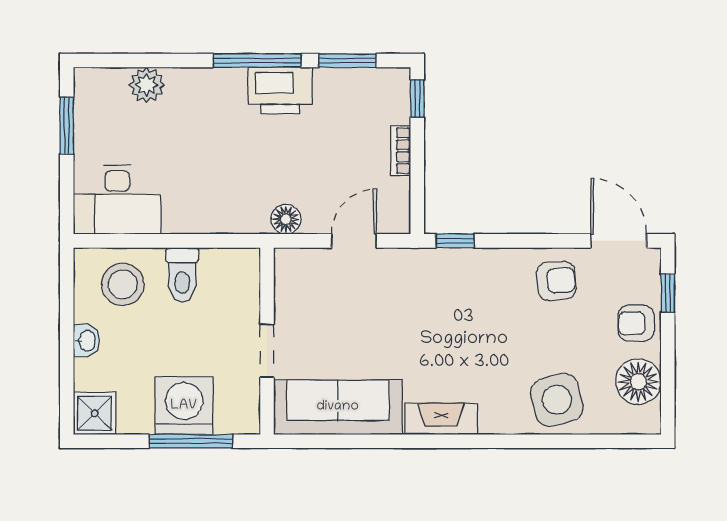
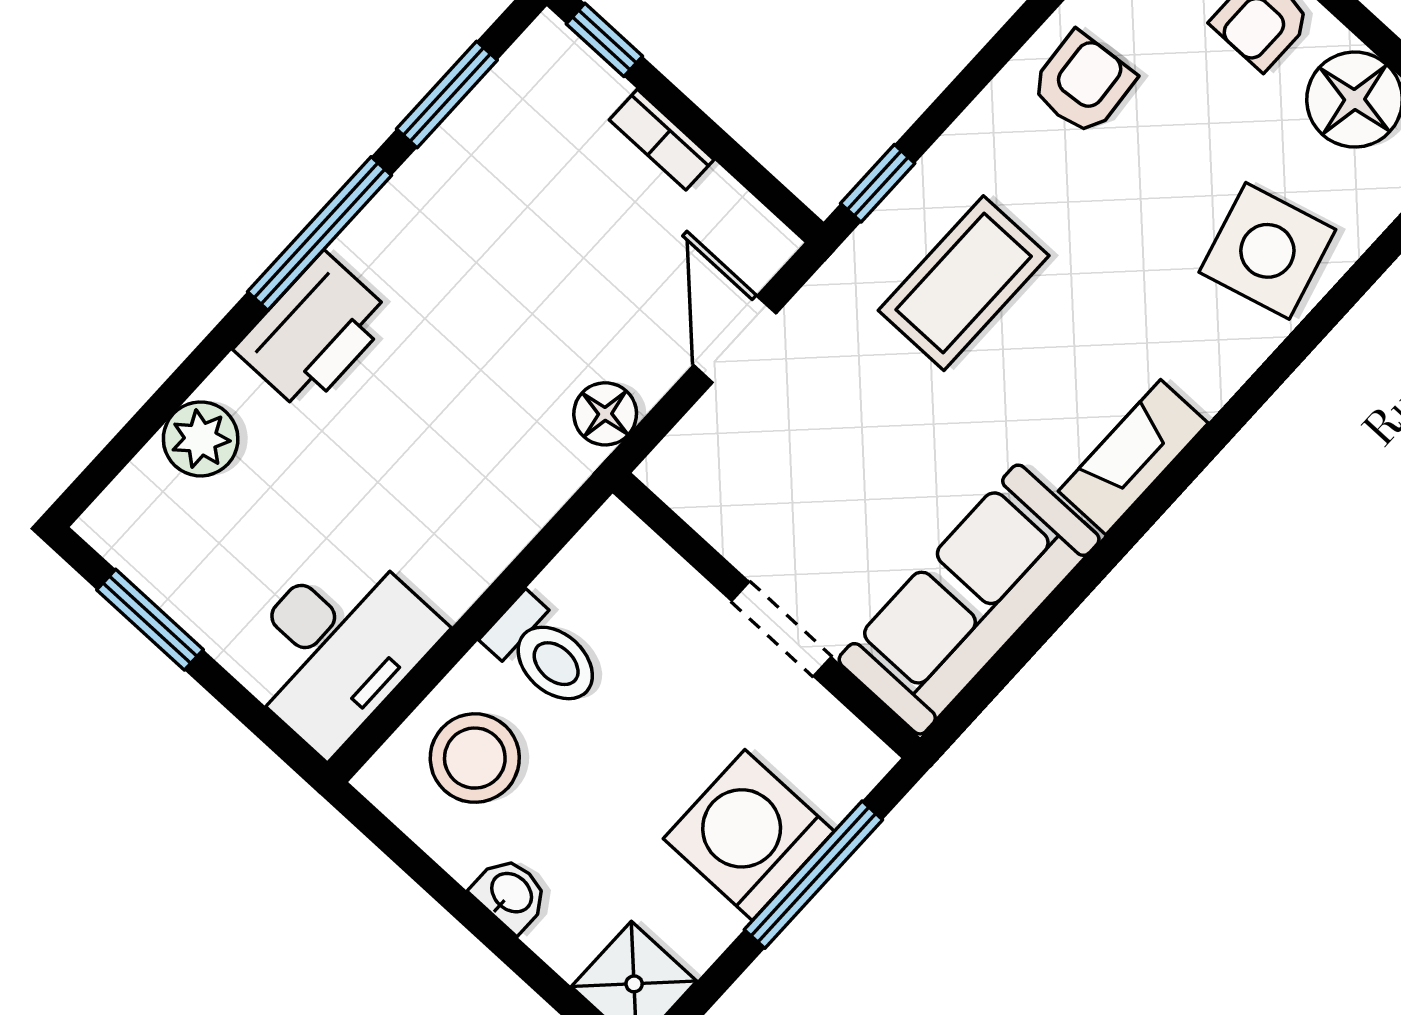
printer: (280, 90) -> (314, 332), moved
coffee table: (448, 303) -> (964, 283), added

